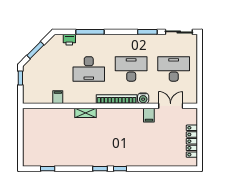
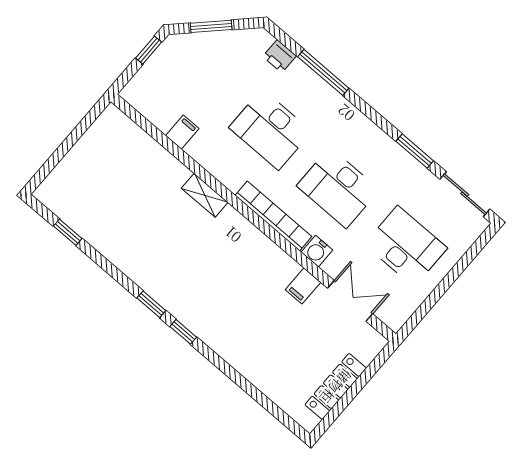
desk: (131, 69) -> (338, 188), turned 180

